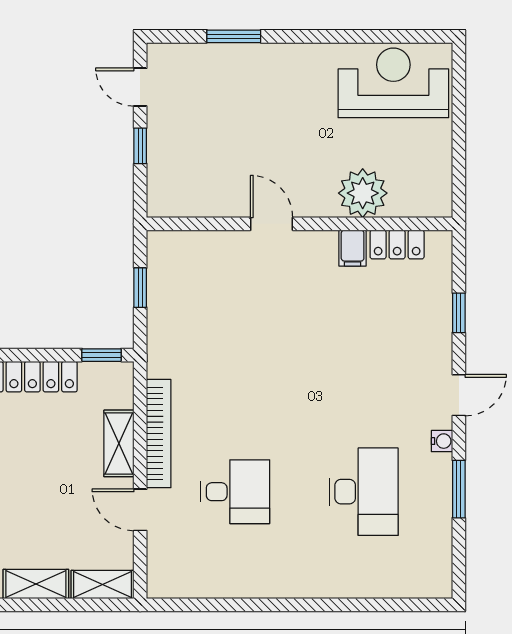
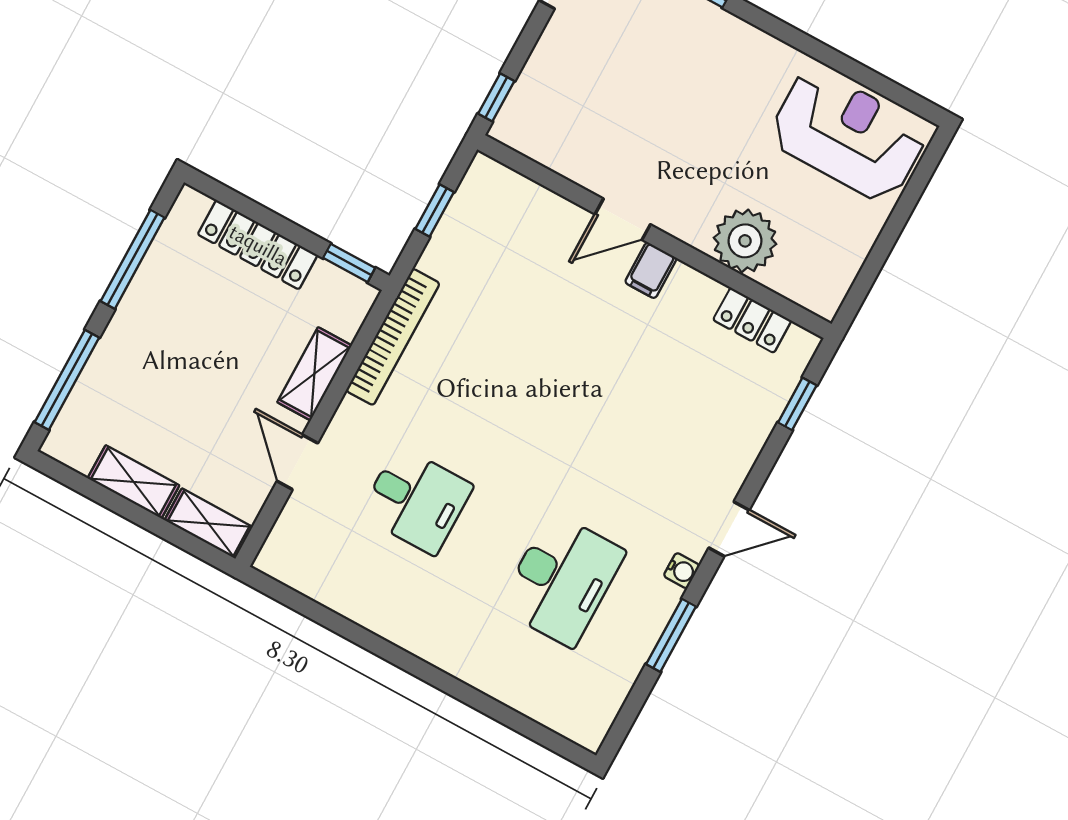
window: (140, 146) -> (496, 97), moved
door: (272, 224) -> (623, 219), swing flipped
filing cabinet: (353, 248) -> (651, 270), moved
window: (459, 313) -> (797, 404), moved
bookcase: (159, 434) -> (393, 337), moved

